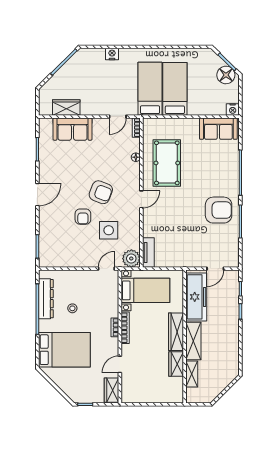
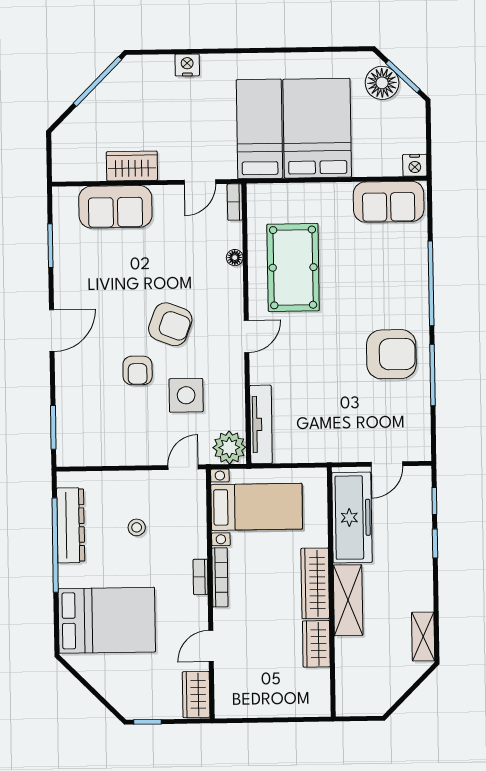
floor lamp: (226, 75) -> (382, 83), moved
bed: (175, 89) -> (317, 128), width x1.50
wardrobe: (66, 107) -> (132, 166), moved
tv unit: (148, 253) -> (261, 424), width x1.41
stool: (72, 308) -> (137, 527), moved
shelving: (192, 374) -> (423, 637), moved

